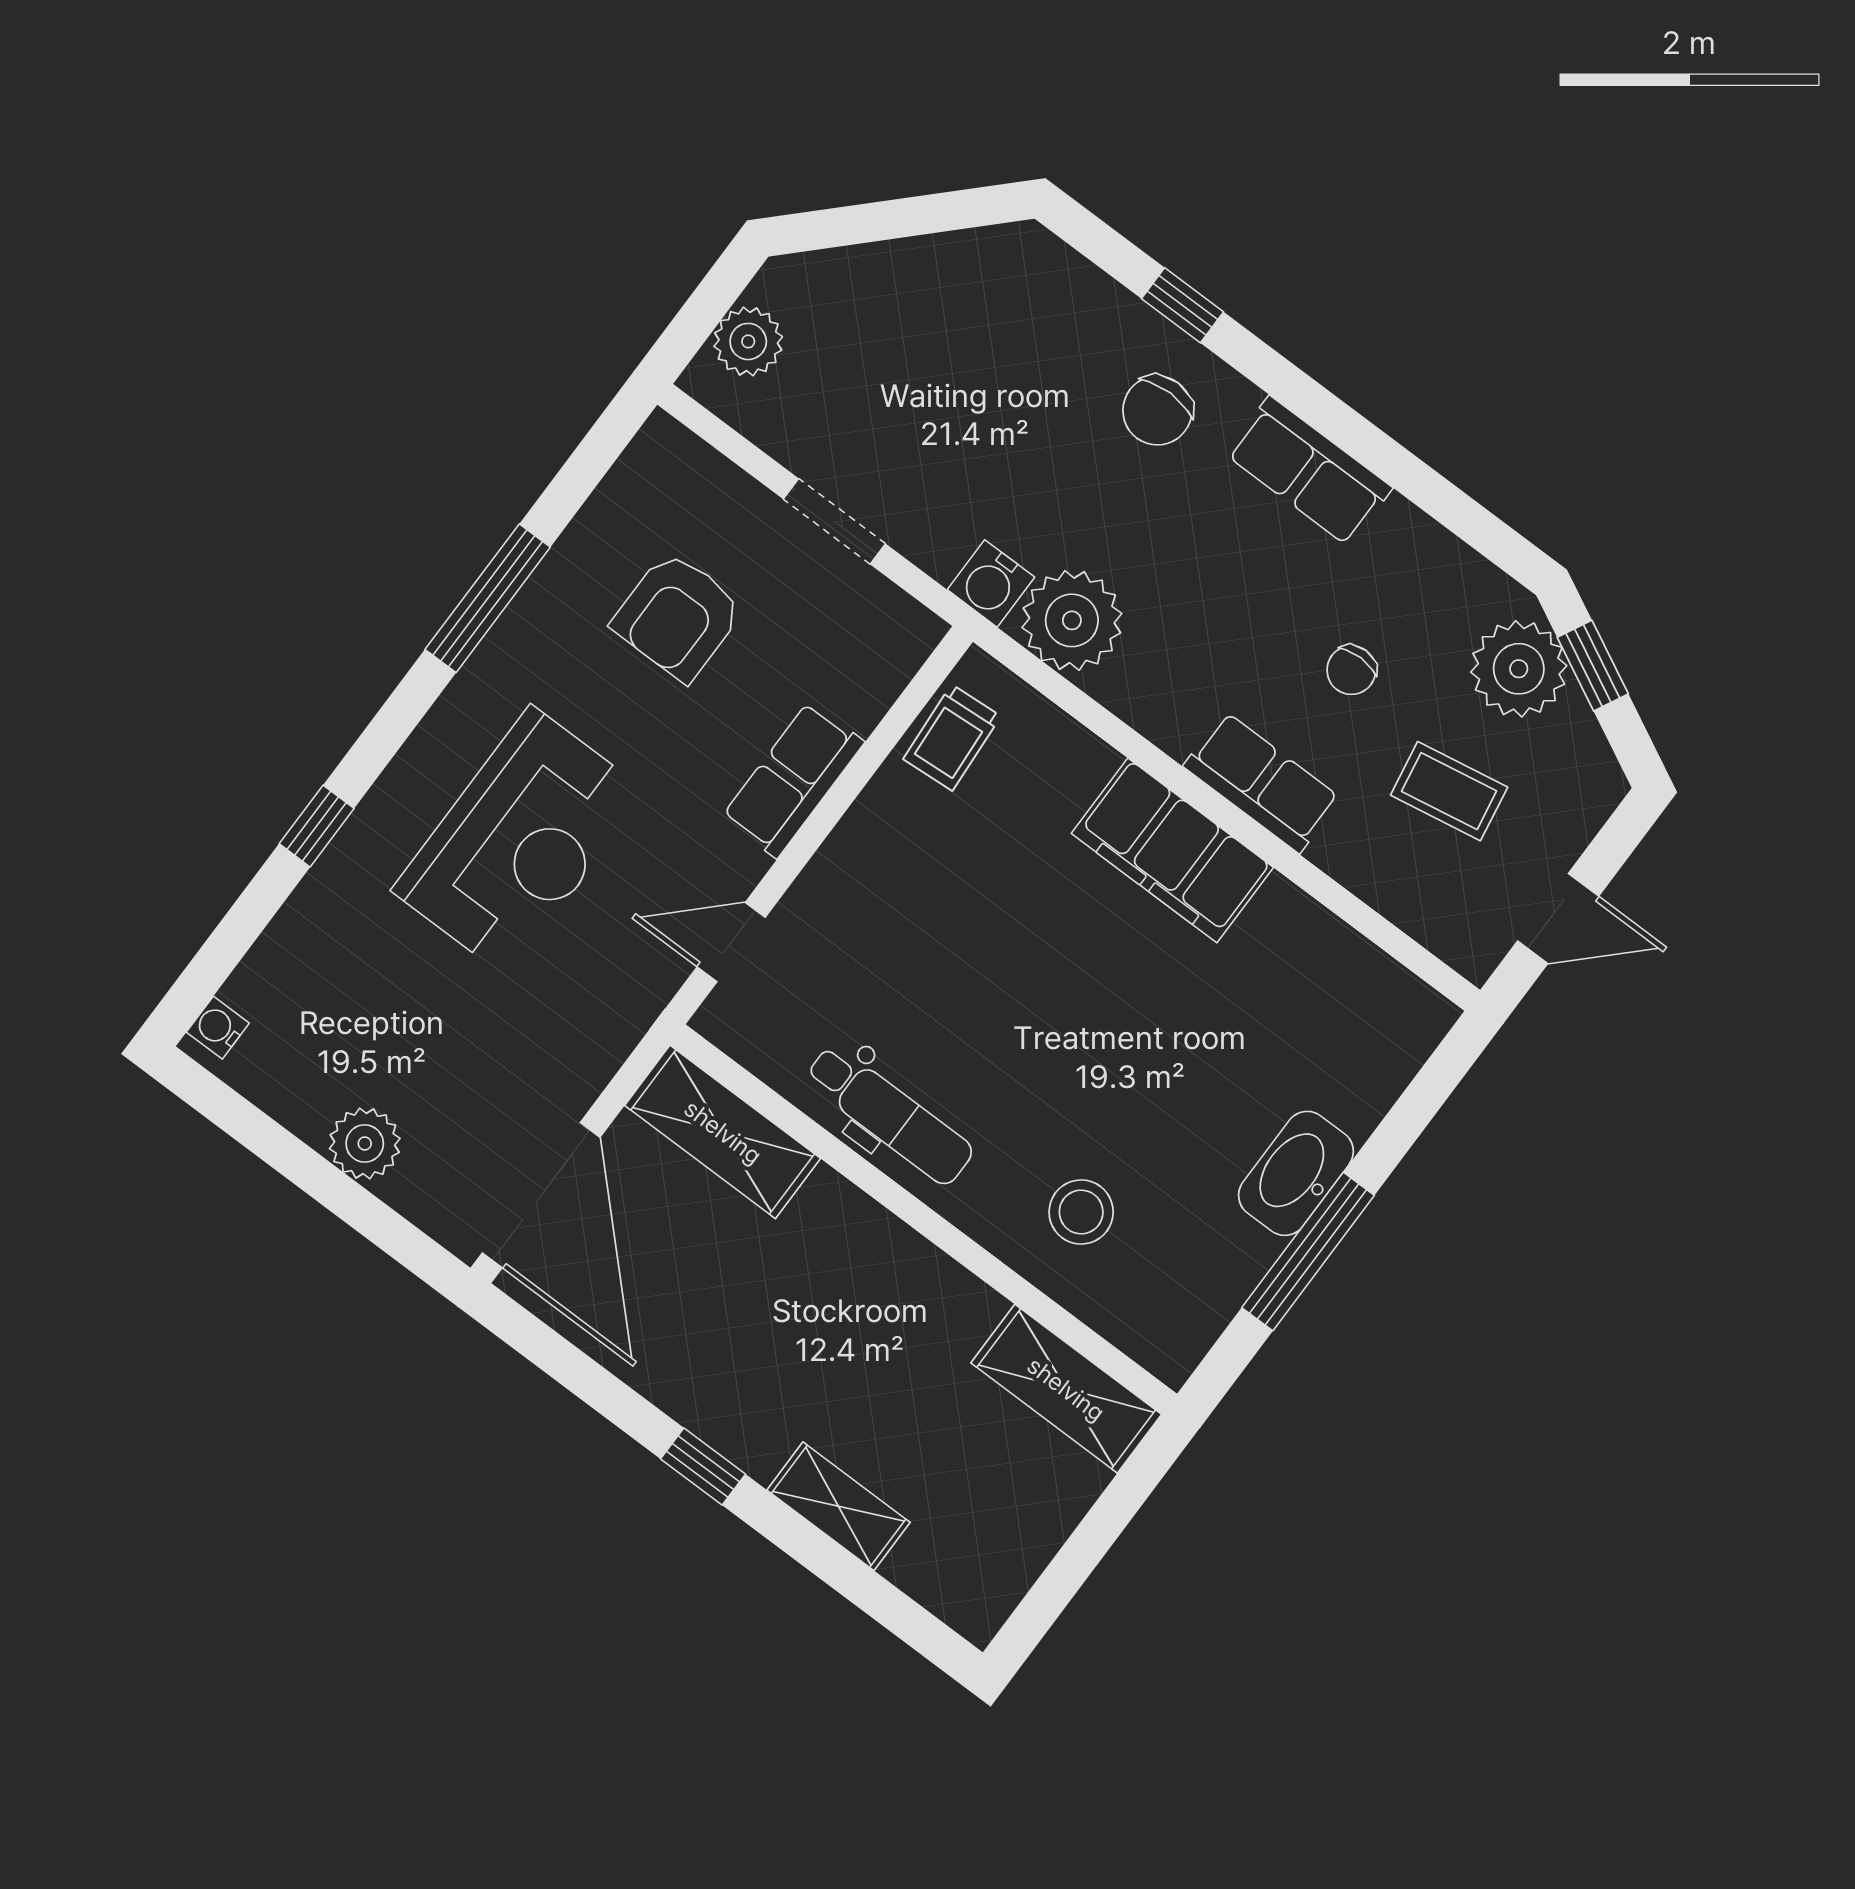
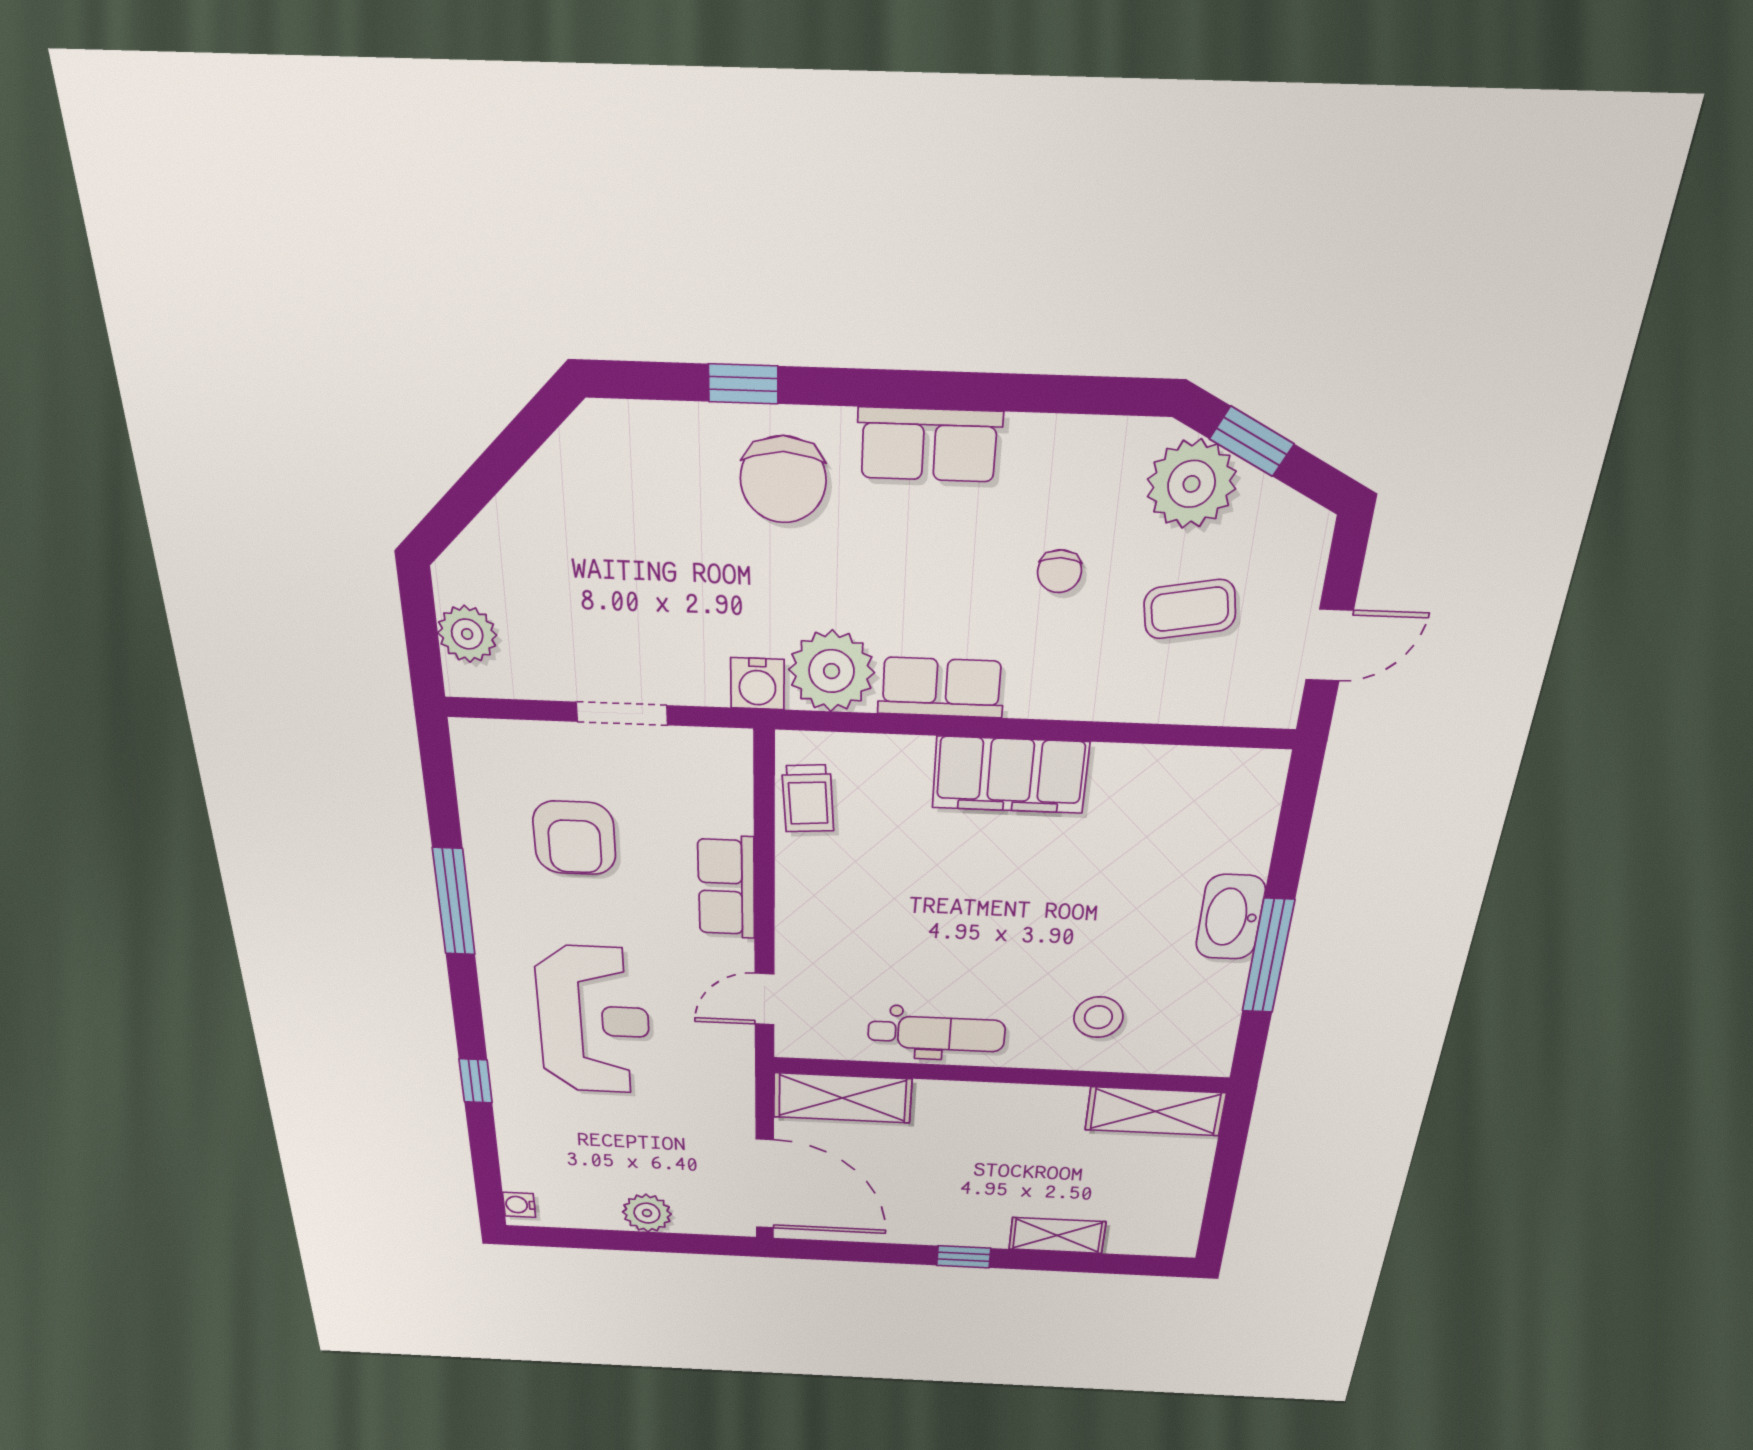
chair: (1157, 410) -> (783, 480), width x1.37, depth x1.37
row of seats: (1262, 782) -> (941, 688), moved

